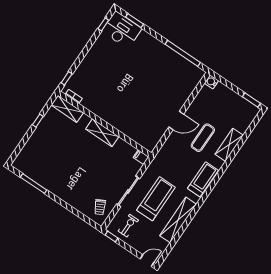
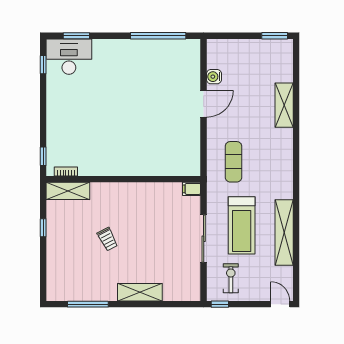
water cooler: (211, 82) -> (214, 77), moved
door: (176, 121) -> (204, 104), moved
shelving: (102, 133) -> (140, 292), moved
exercise mat: (203, 138) -> (233, 162), moved
treadmill: (203, 179) -> (281, 166), removed
treadmill: (156, 199) -> (242, 225), turned 180
trolley: (100, 207) -> (107, 239), moved
door: (147, 261) -> (280, 304), hinge flipped

